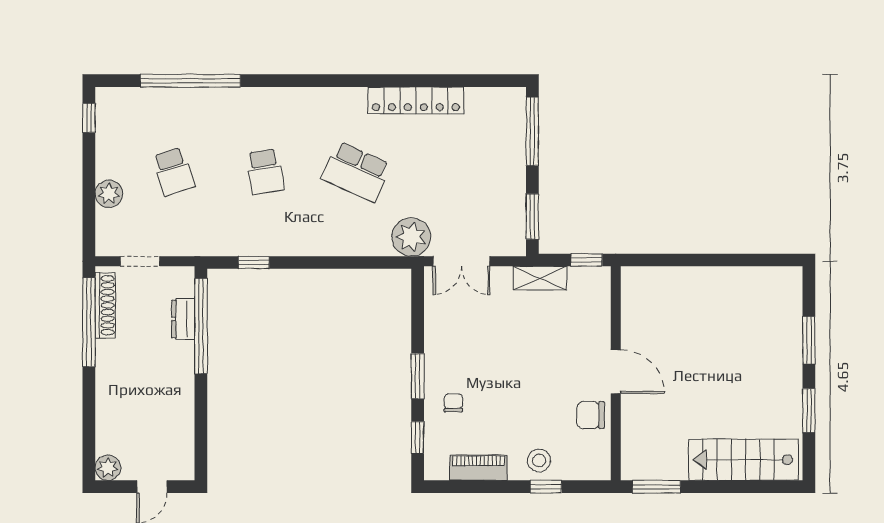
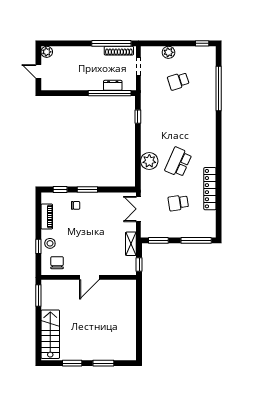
school desk: (265, 172) -> (178, 203), moved
plant: (411, 237) -> (149, 161), moved
chair: (591, 415) -> (57, 263), moved

